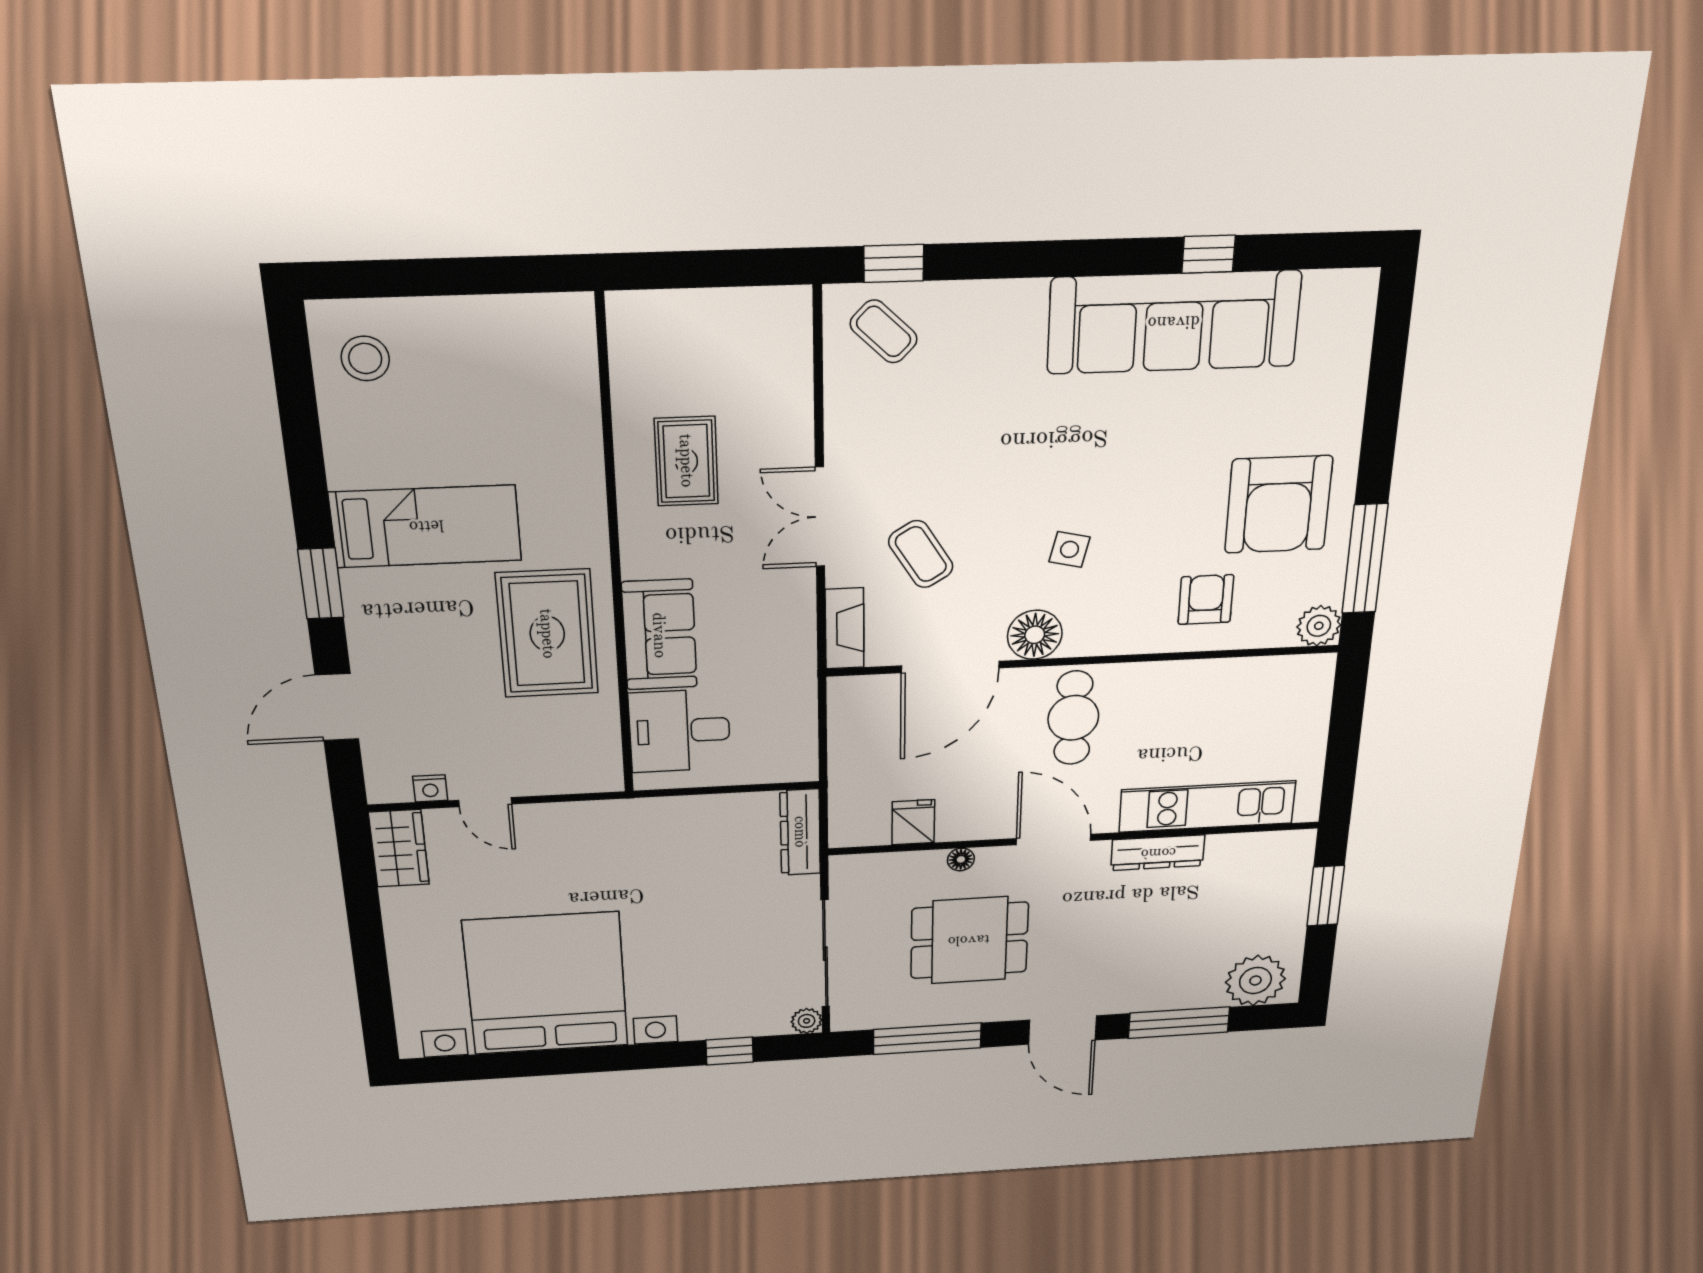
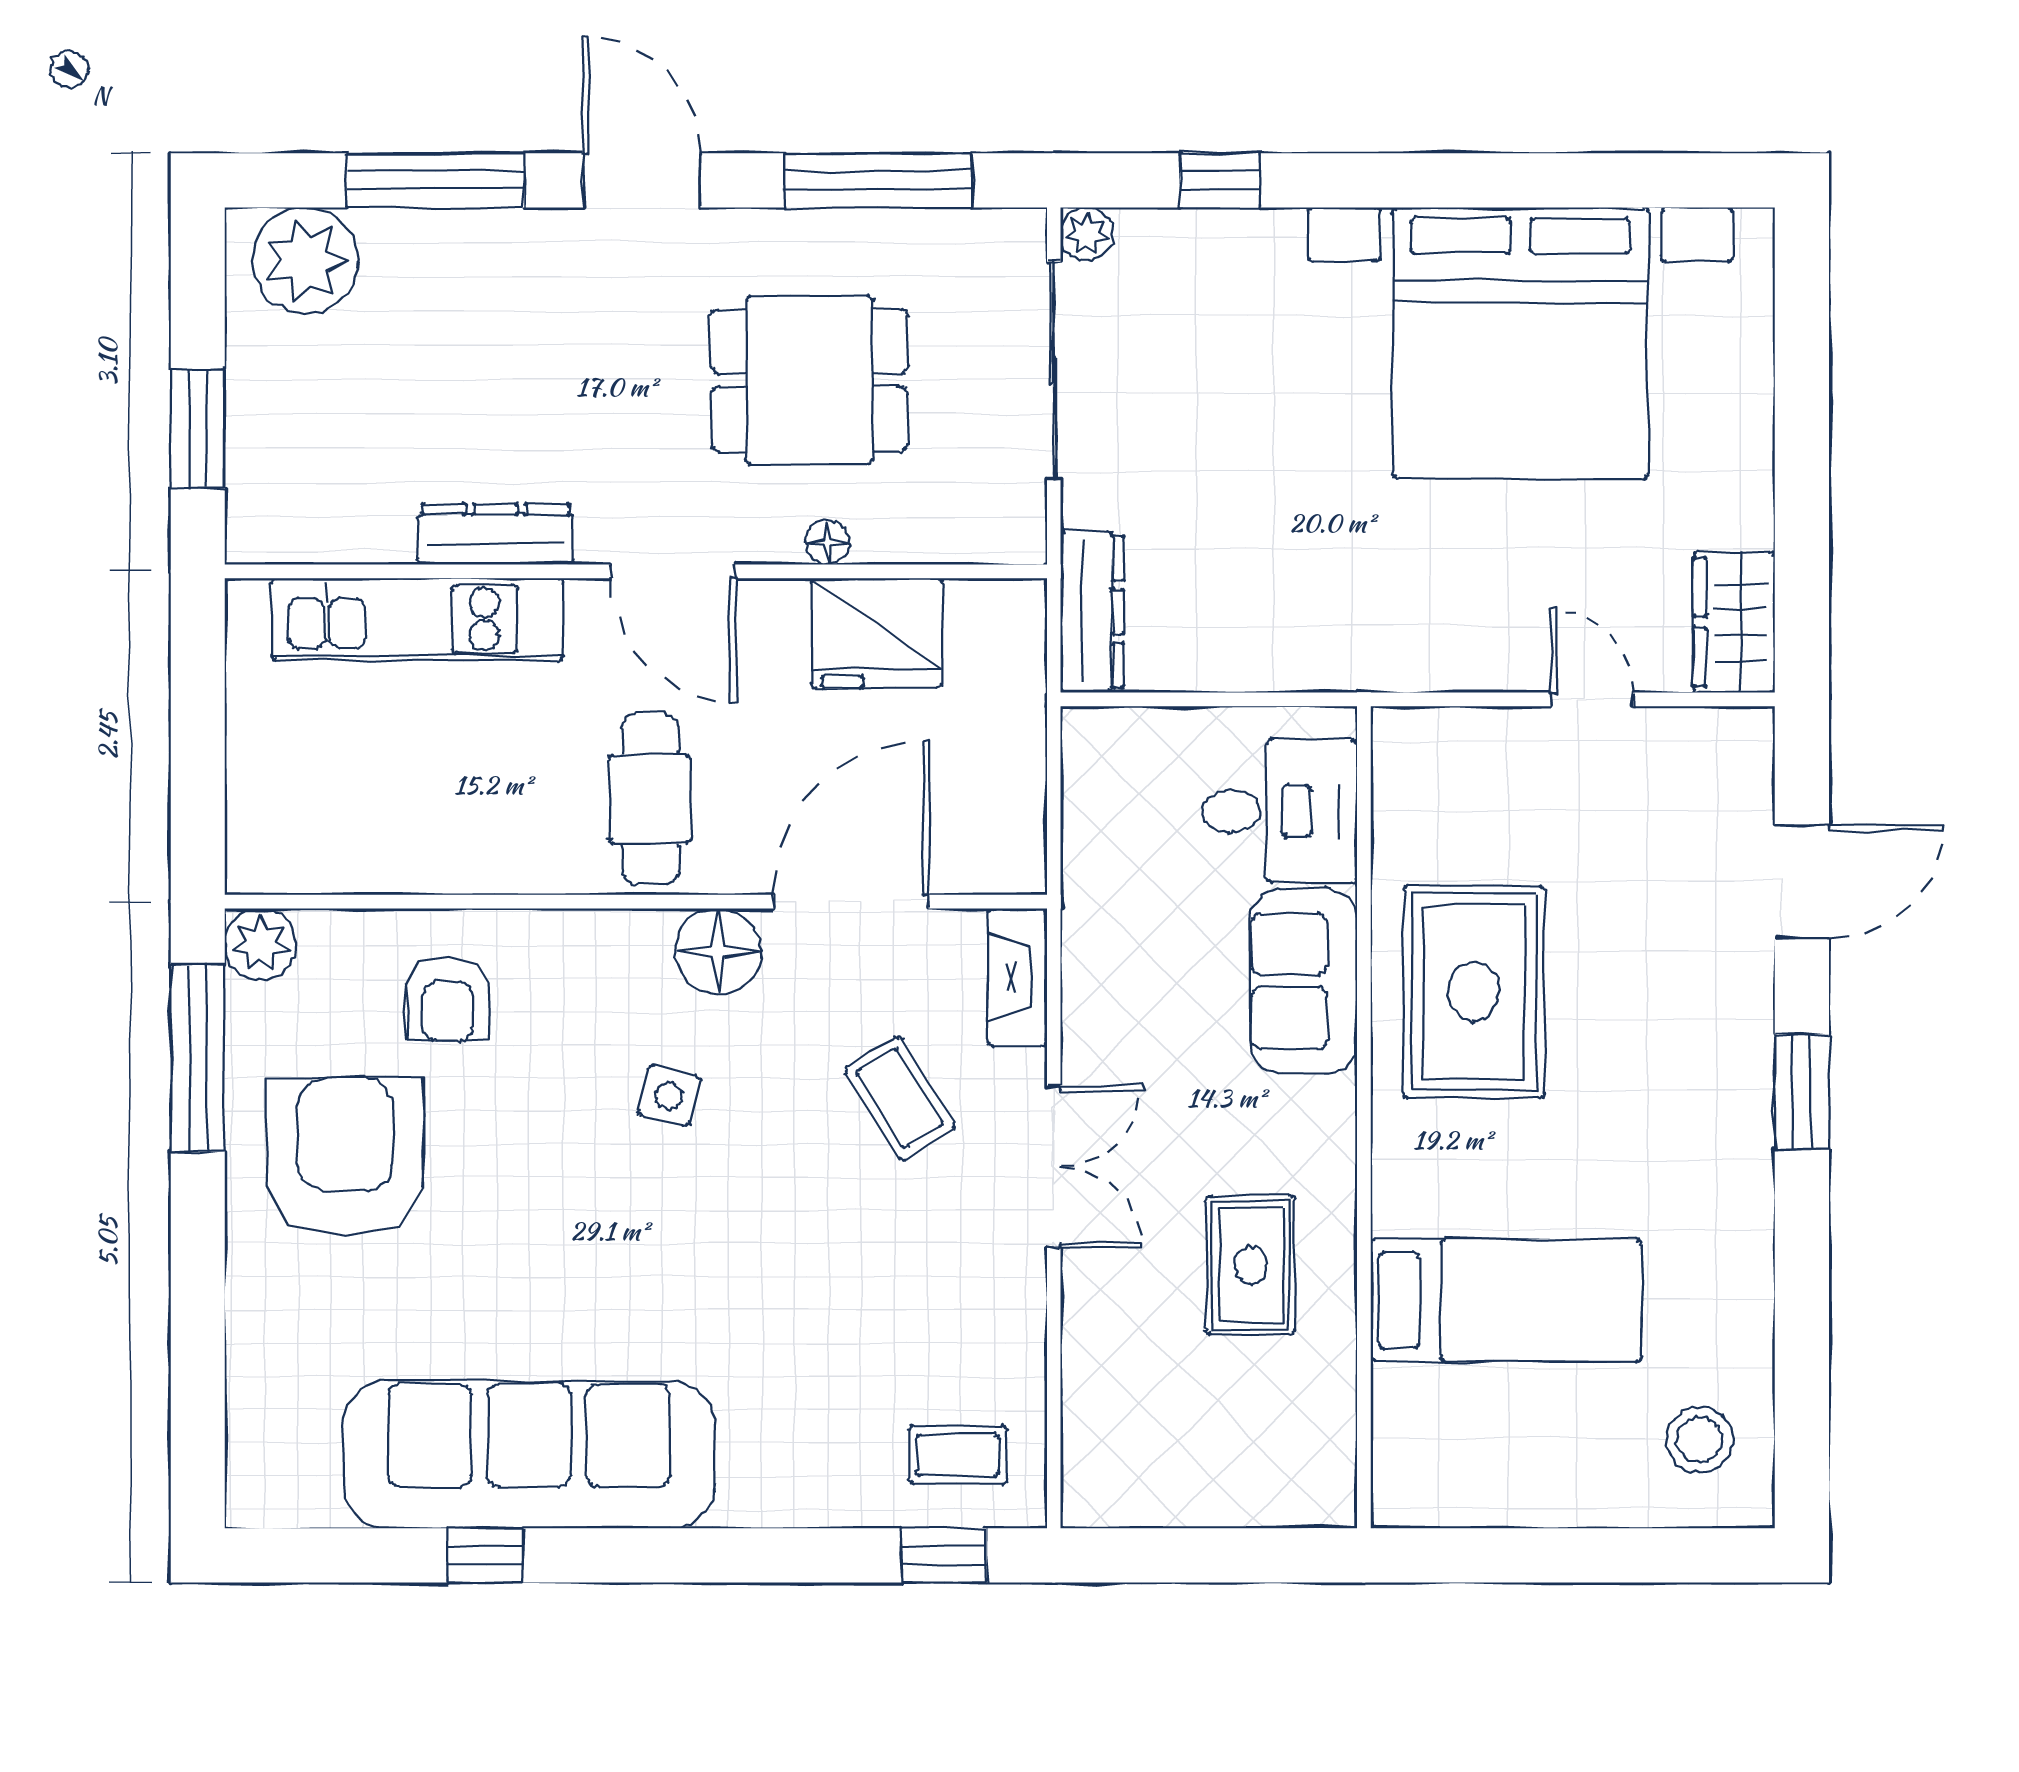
coffee table: (884, 331) -> (958, 1455), turned -44
bed: (426, 526) -> (1506, 1300), moved, turned 180
nightstand: (430, 788) -> (1675, 730), removed
fridge: (913, 822) -> (876, 633), width x1.88, depth x1.34

